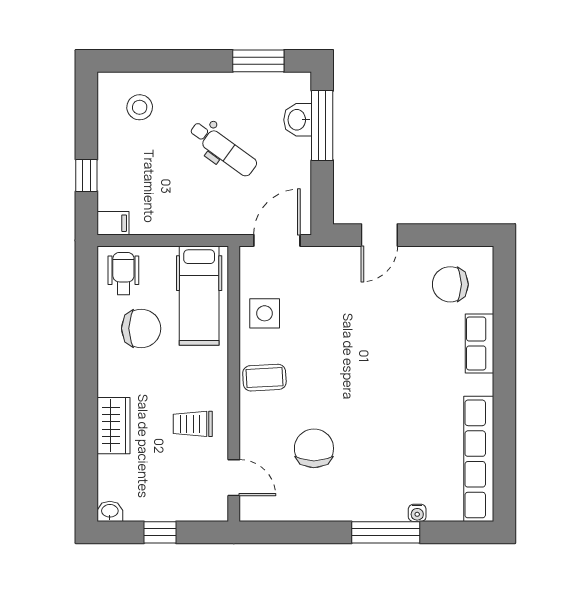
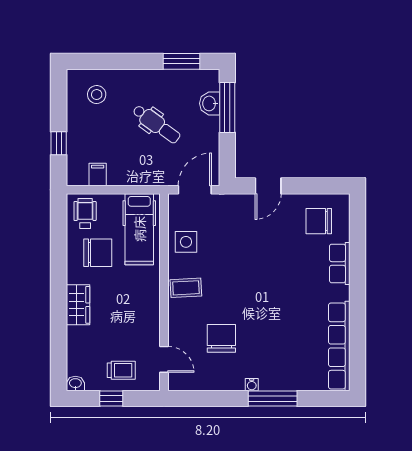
filing cabinet: (113, 223) -> (98, 175), moved, turned -90
trolley: (193, 424) -> (121, 370), moved, turned 180
wardrobe: (113, 426) -> (78, 305), moved
water cooler: (417, 513) -> (252, 385), moved

